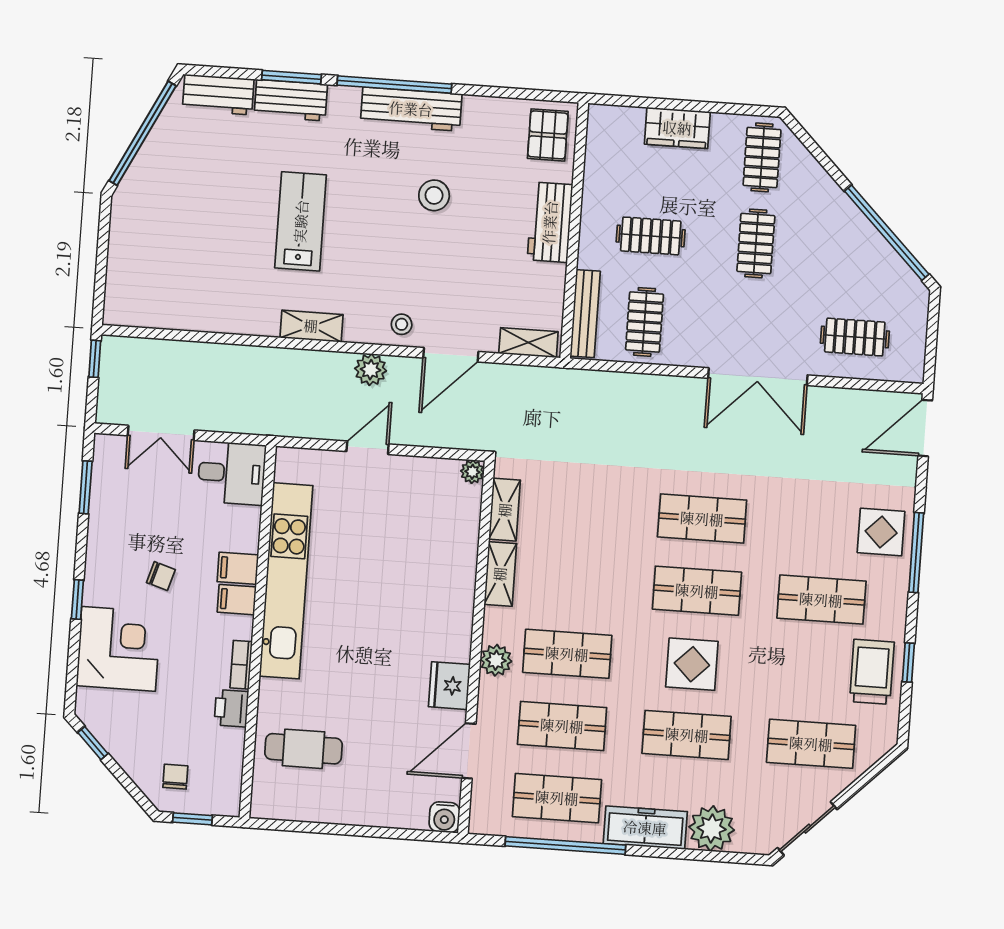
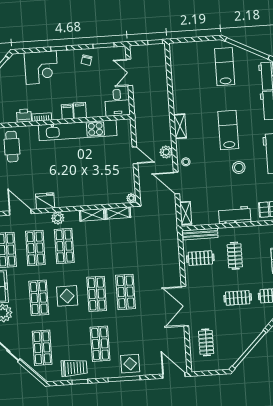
lab bench: (180, 195) -> (225, 67), added
lab bench: (301, 221) -> (228, 130), moved, turned -90
chair: (161, 576) -> (86, 60), moved

